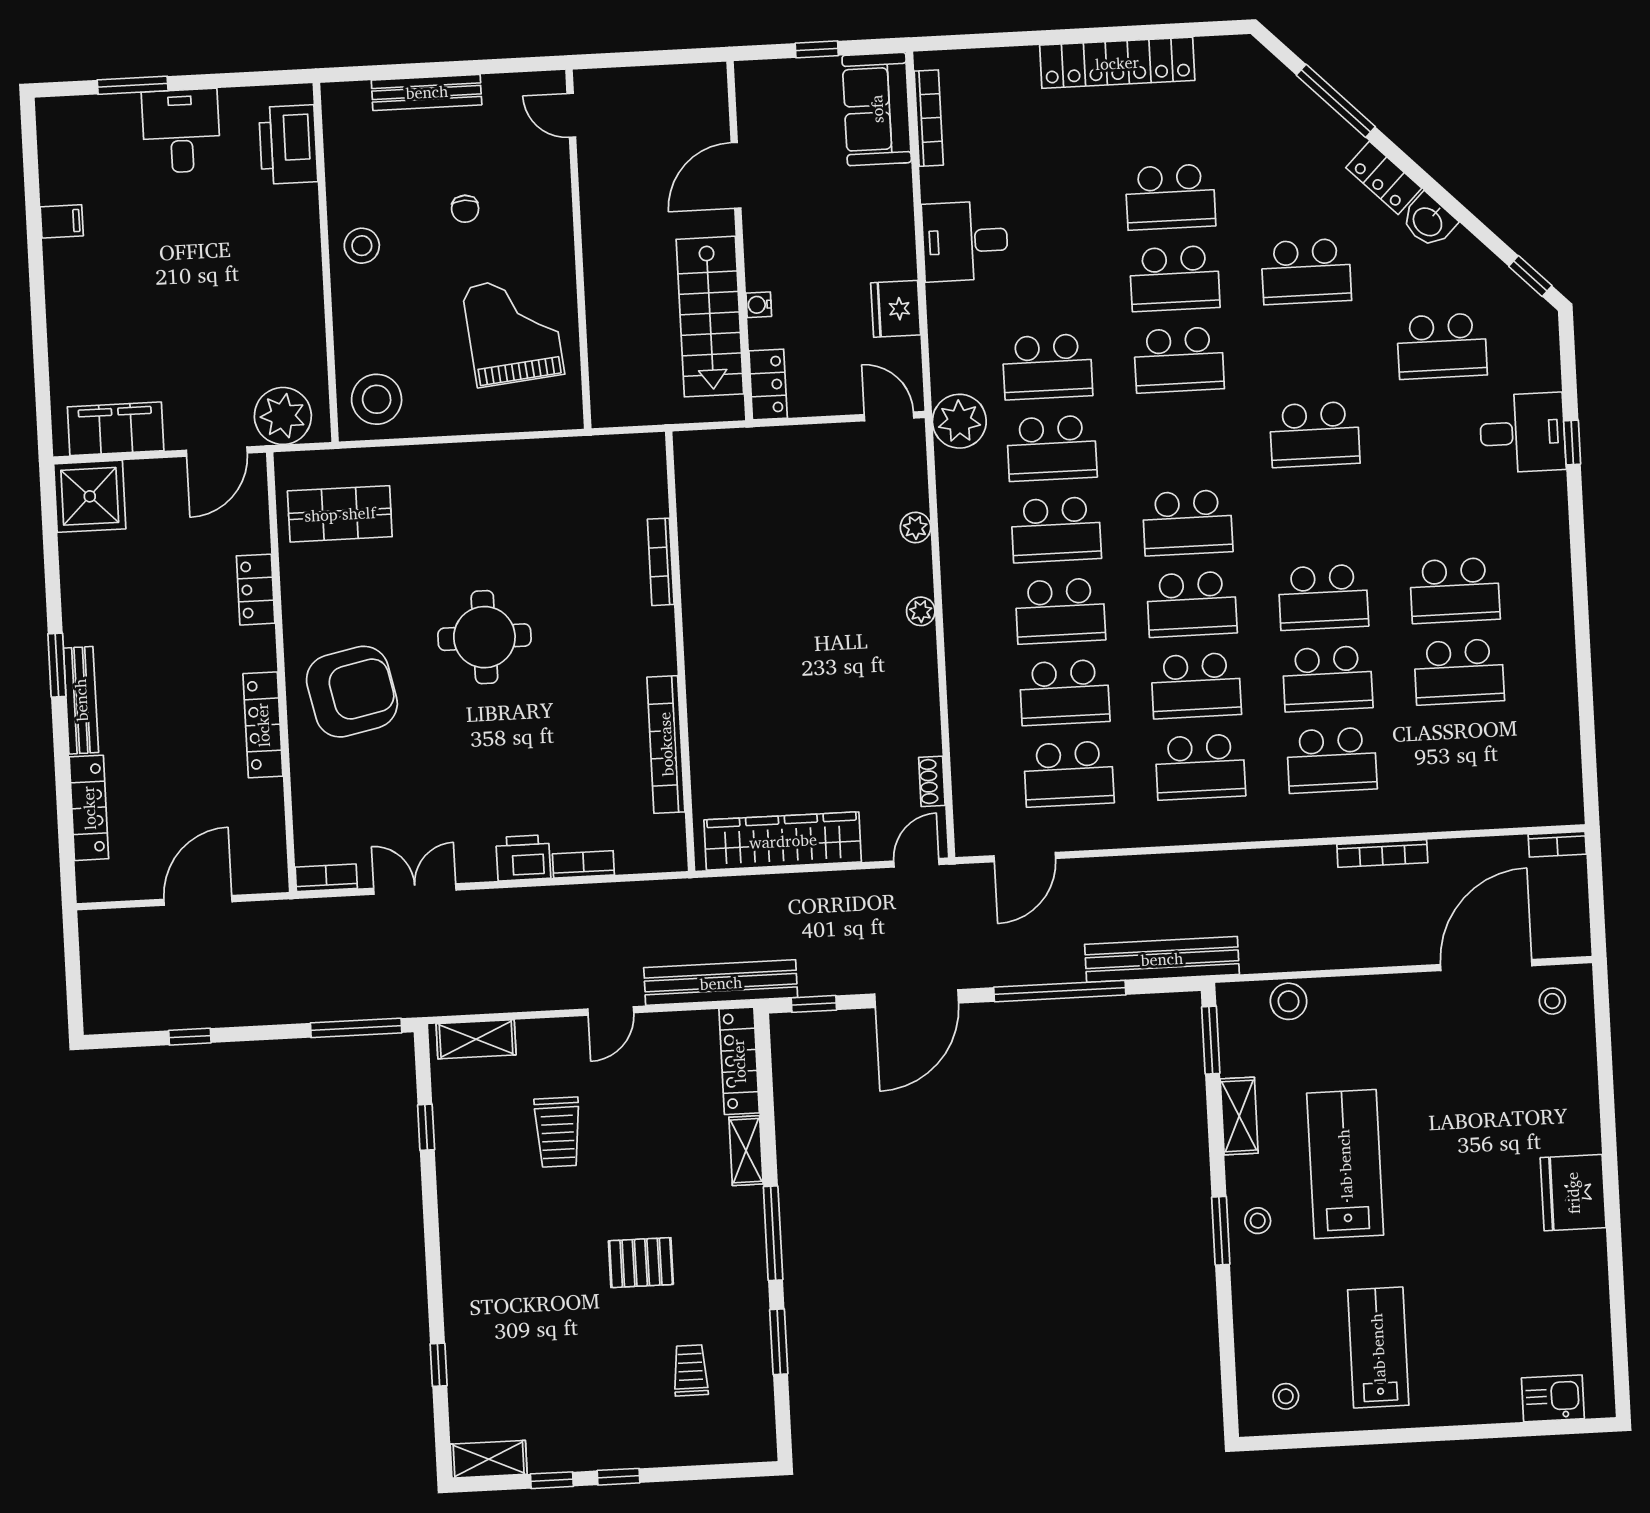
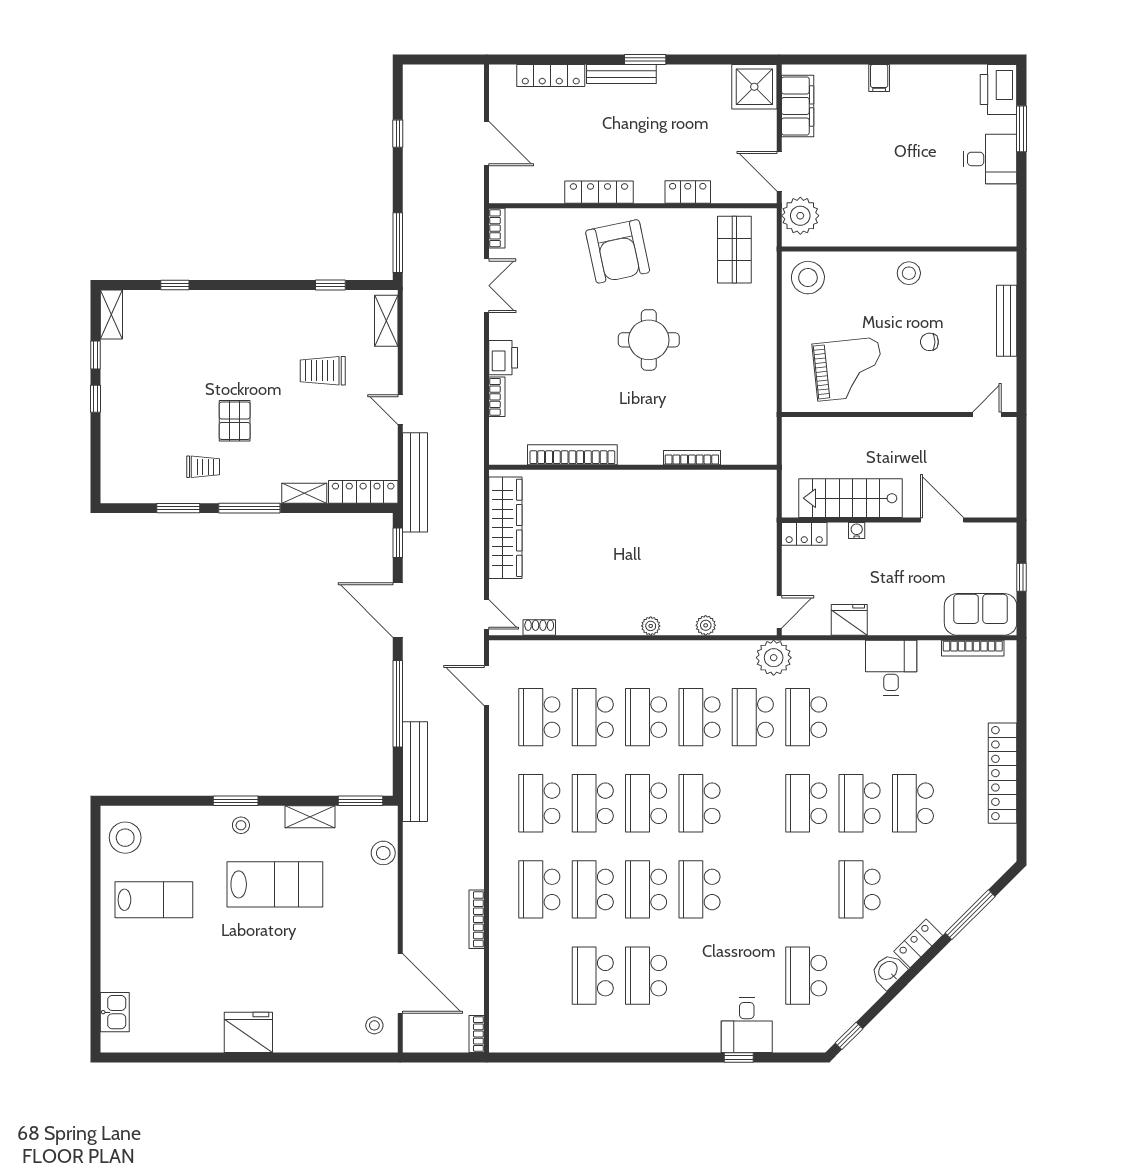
printer: (288, 144) -> (999, 89), moved, turned -90
filing cabinet: (62, 221) -> (879, 78), moved
school desk: (1315, 434) -> (699, 889), moved
trolley: (690, 1370) -> (203, 467), moved
stool: (1286, 1396) -> (125, 838), width x1.89, depth x1.89

